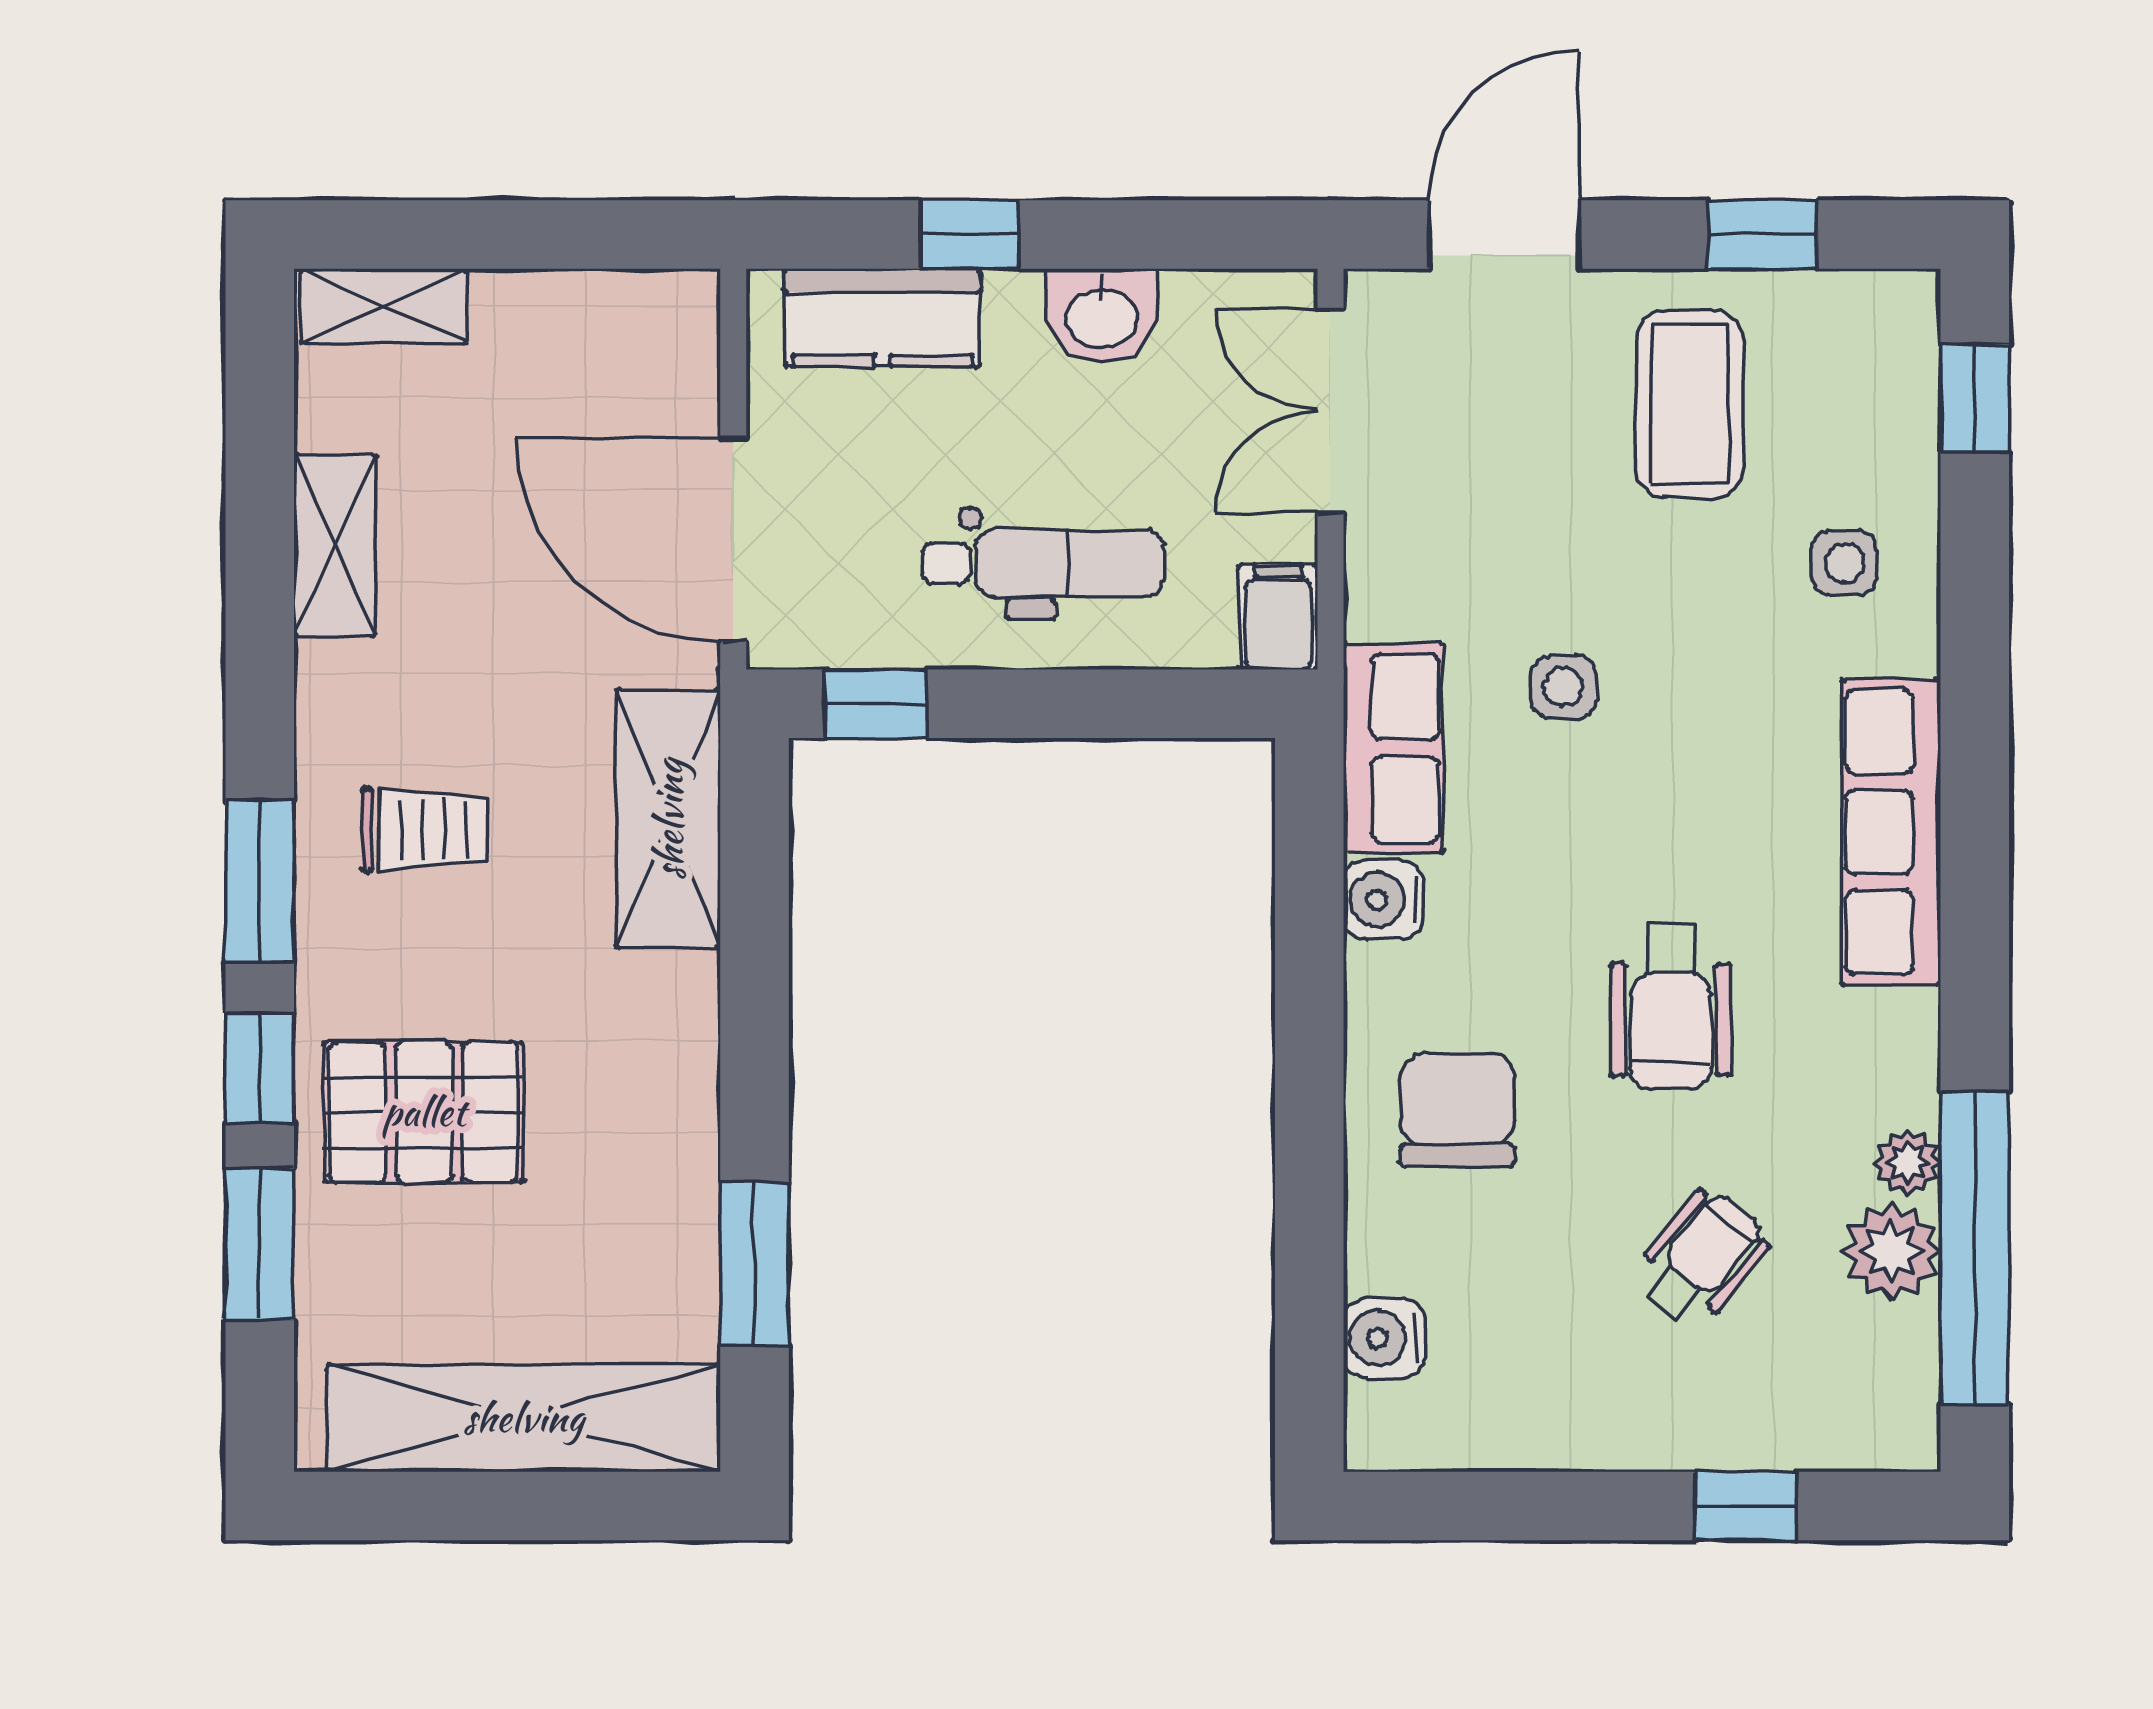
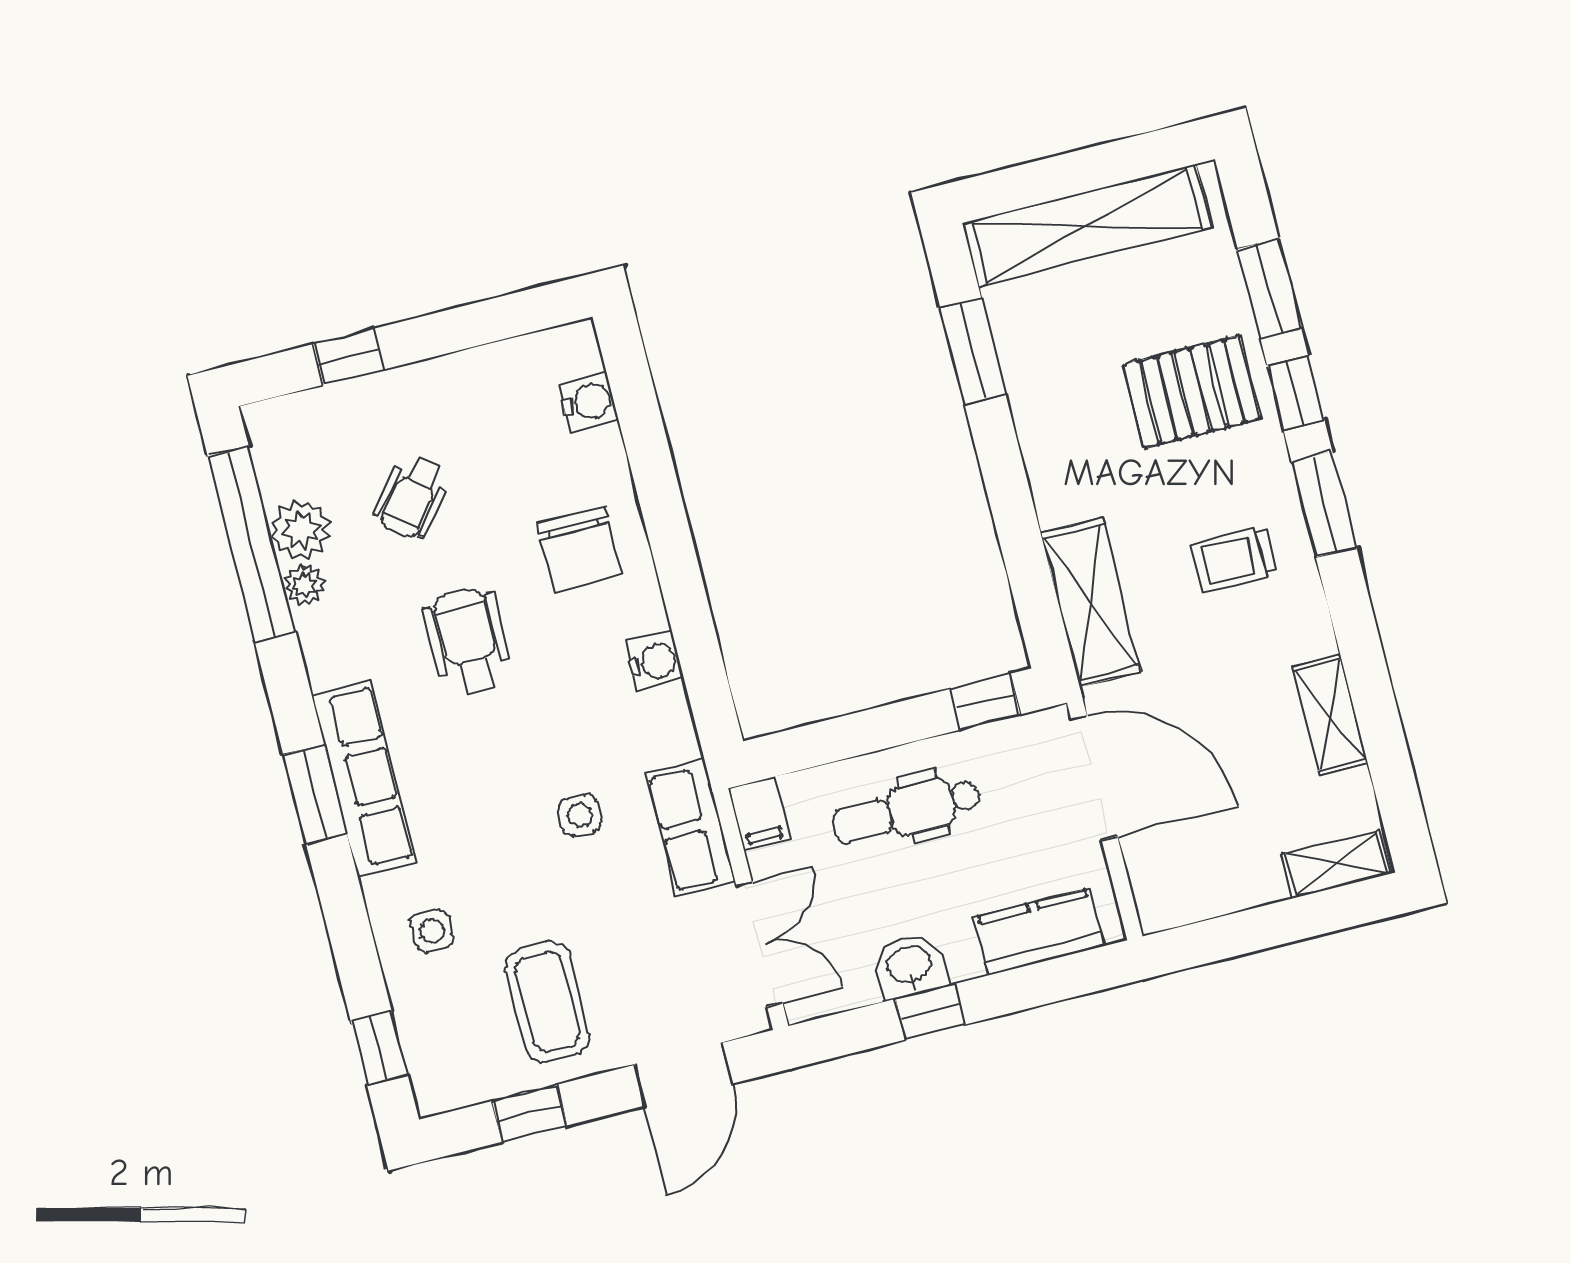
window: (970, 235) -> (930, 1012), moved
row of seats: (1393, 748) -> (690, 828), moved
window: (1975, 826) -> (315, 794), added

